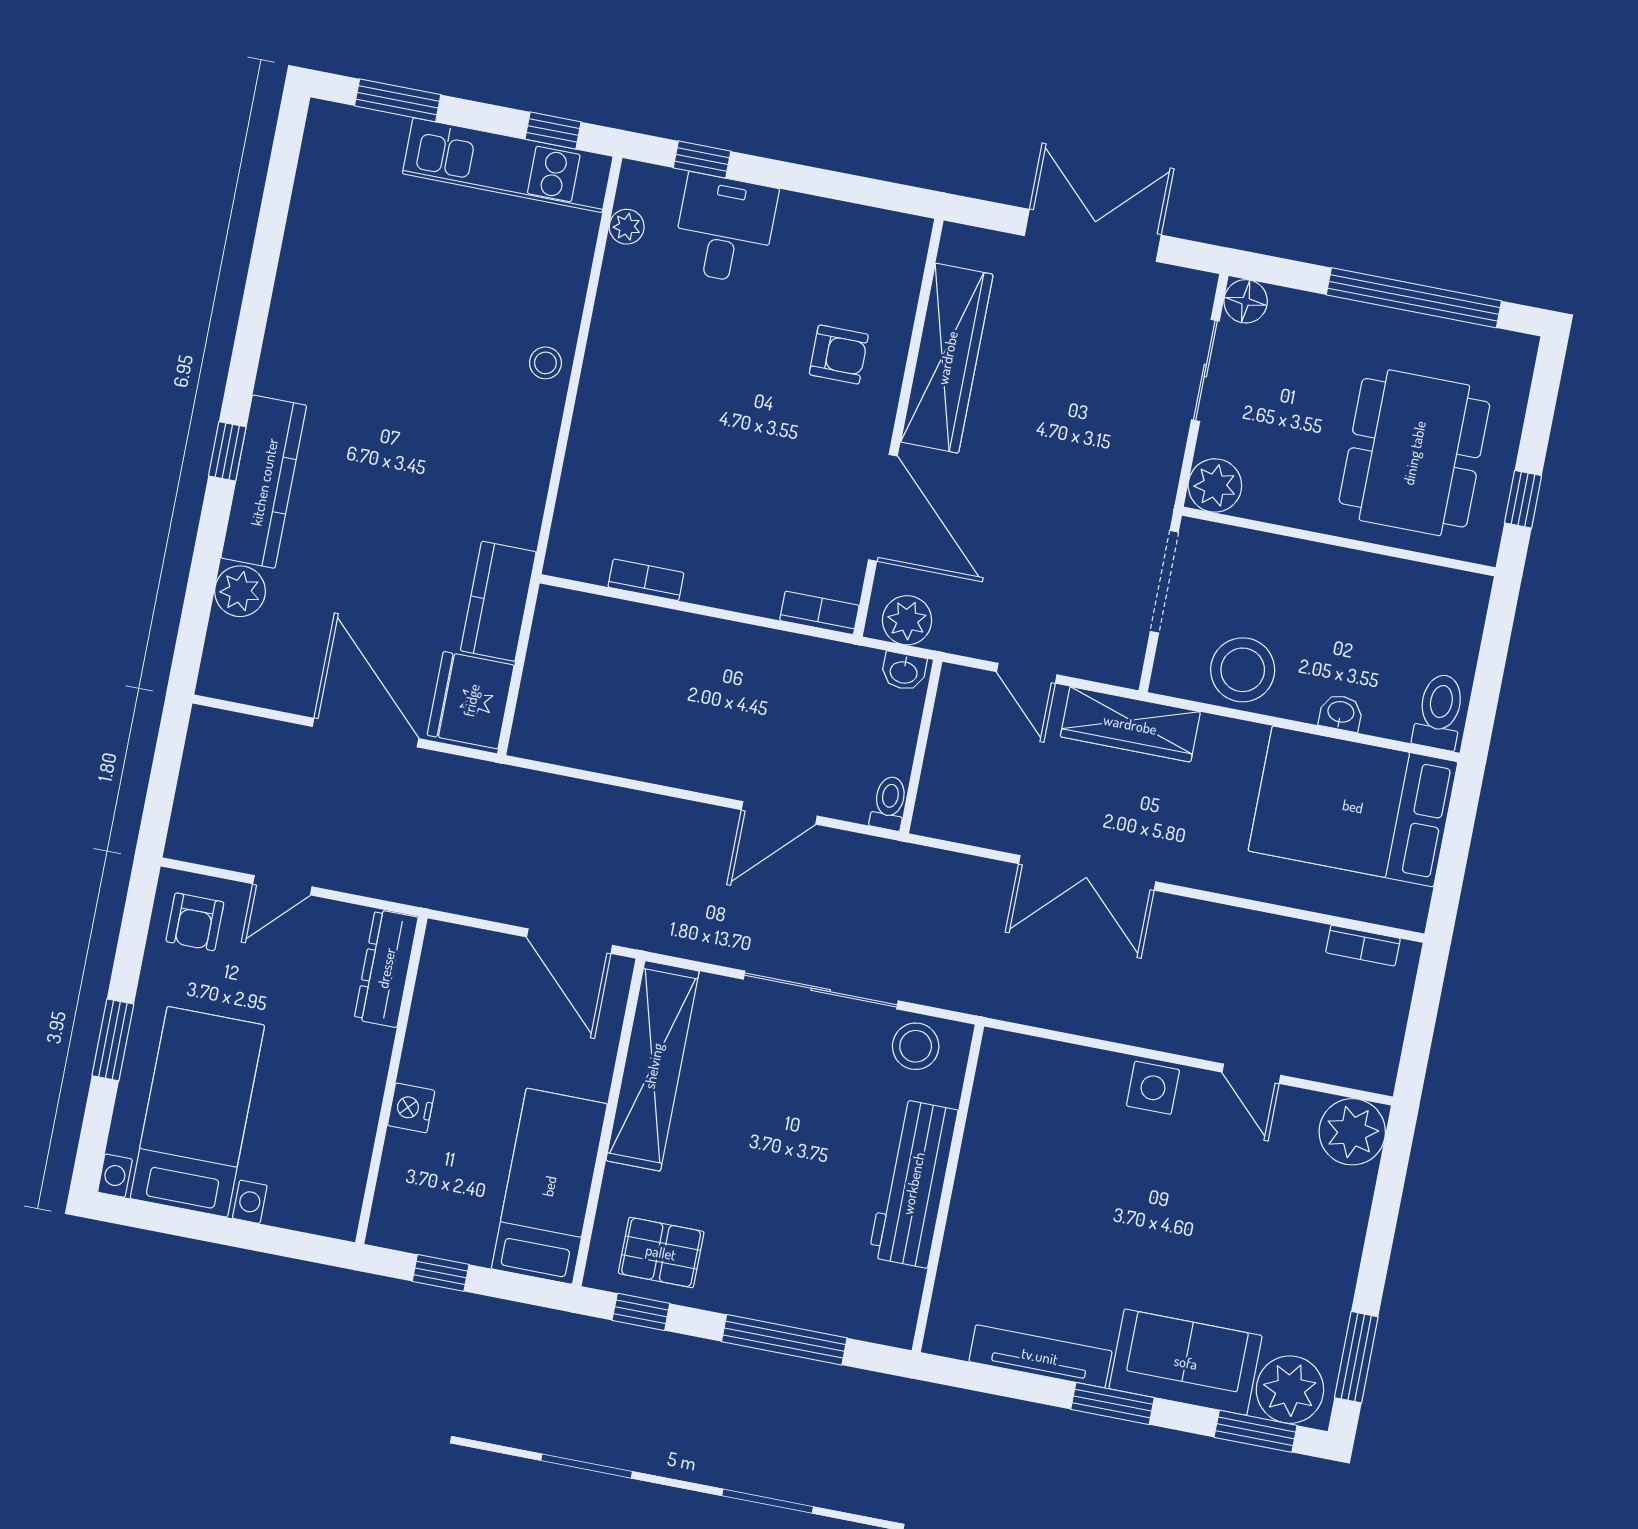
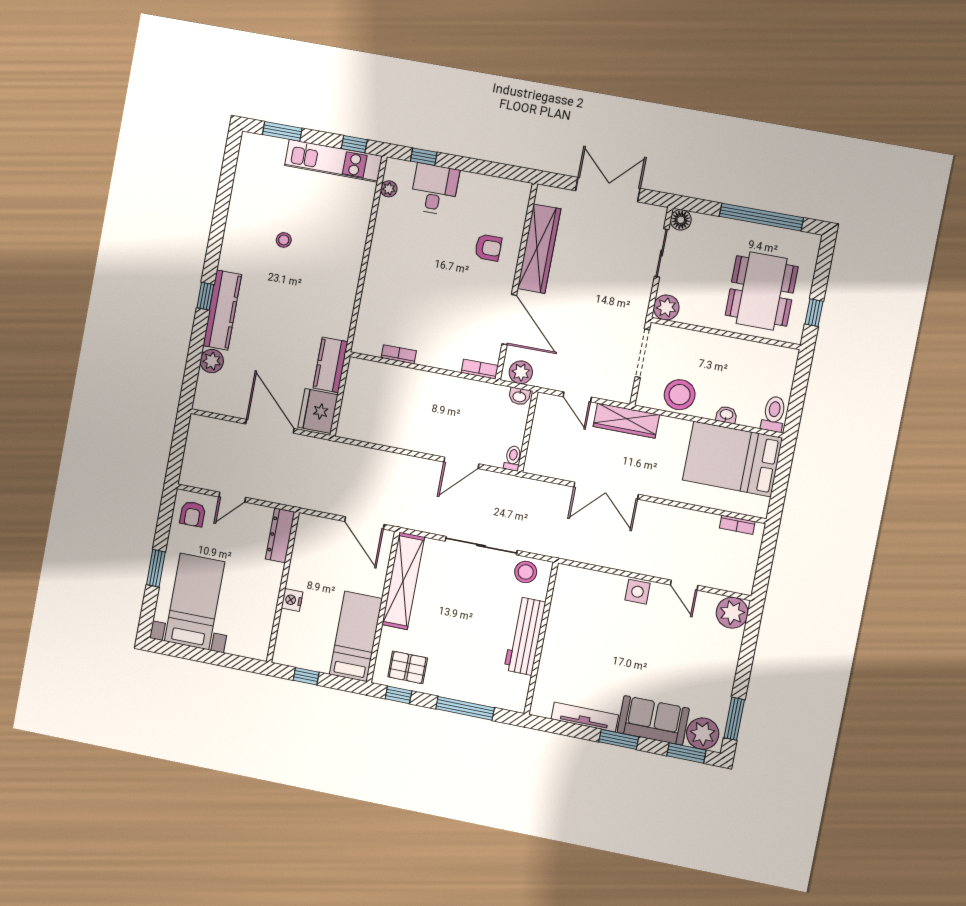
stool: (545, 363) -> (284, 240), moved

